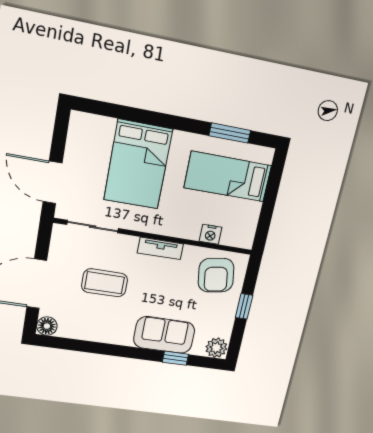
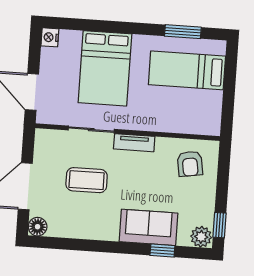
sliding door: (93, 227) -> (91, 130), moved
nightstand: (211, 234) -> (50, 37), moved, turned 90
armchair: (216, 275) -> (190, 164), width x0.72, depth x0.72
window: (244, 306) -> (220, 225), moved

